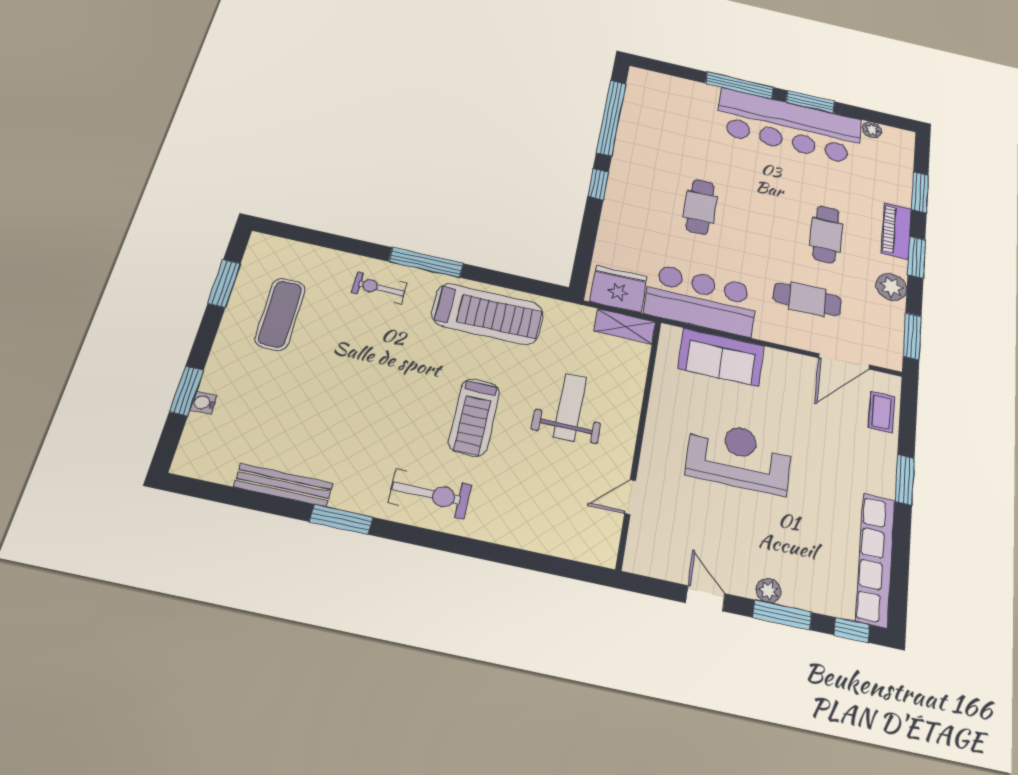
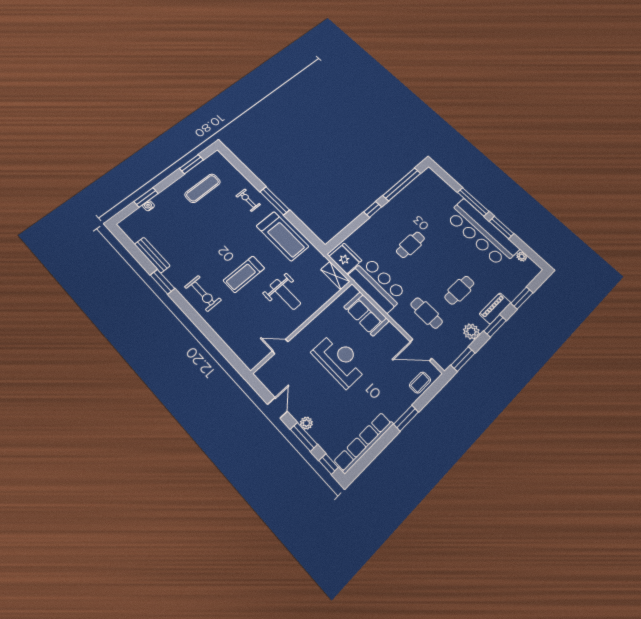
weight bench: (570, 407) -> (285, 294), turned 90

